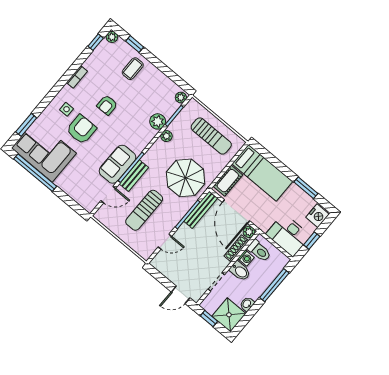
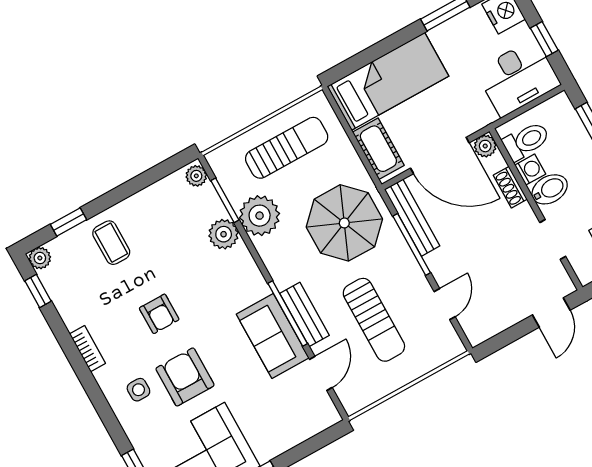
plant: (166, 136) -> (260, 216), width x1.87, depth x1.87
shoe rack: (236, 248) -> (510, 187), width x0.70

